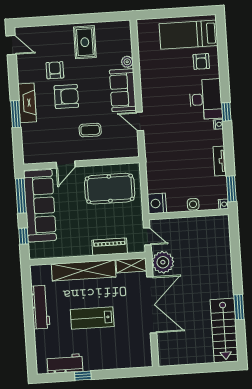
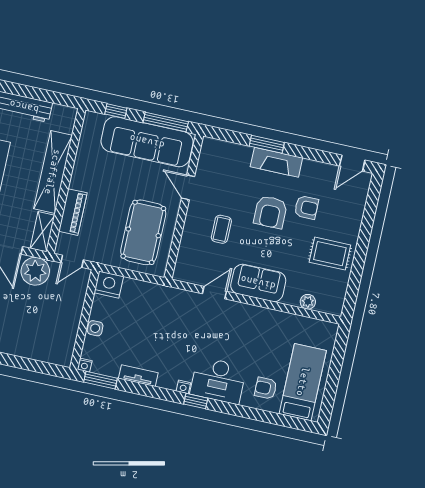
plant: (127, 62) -> (308, 302), moved

